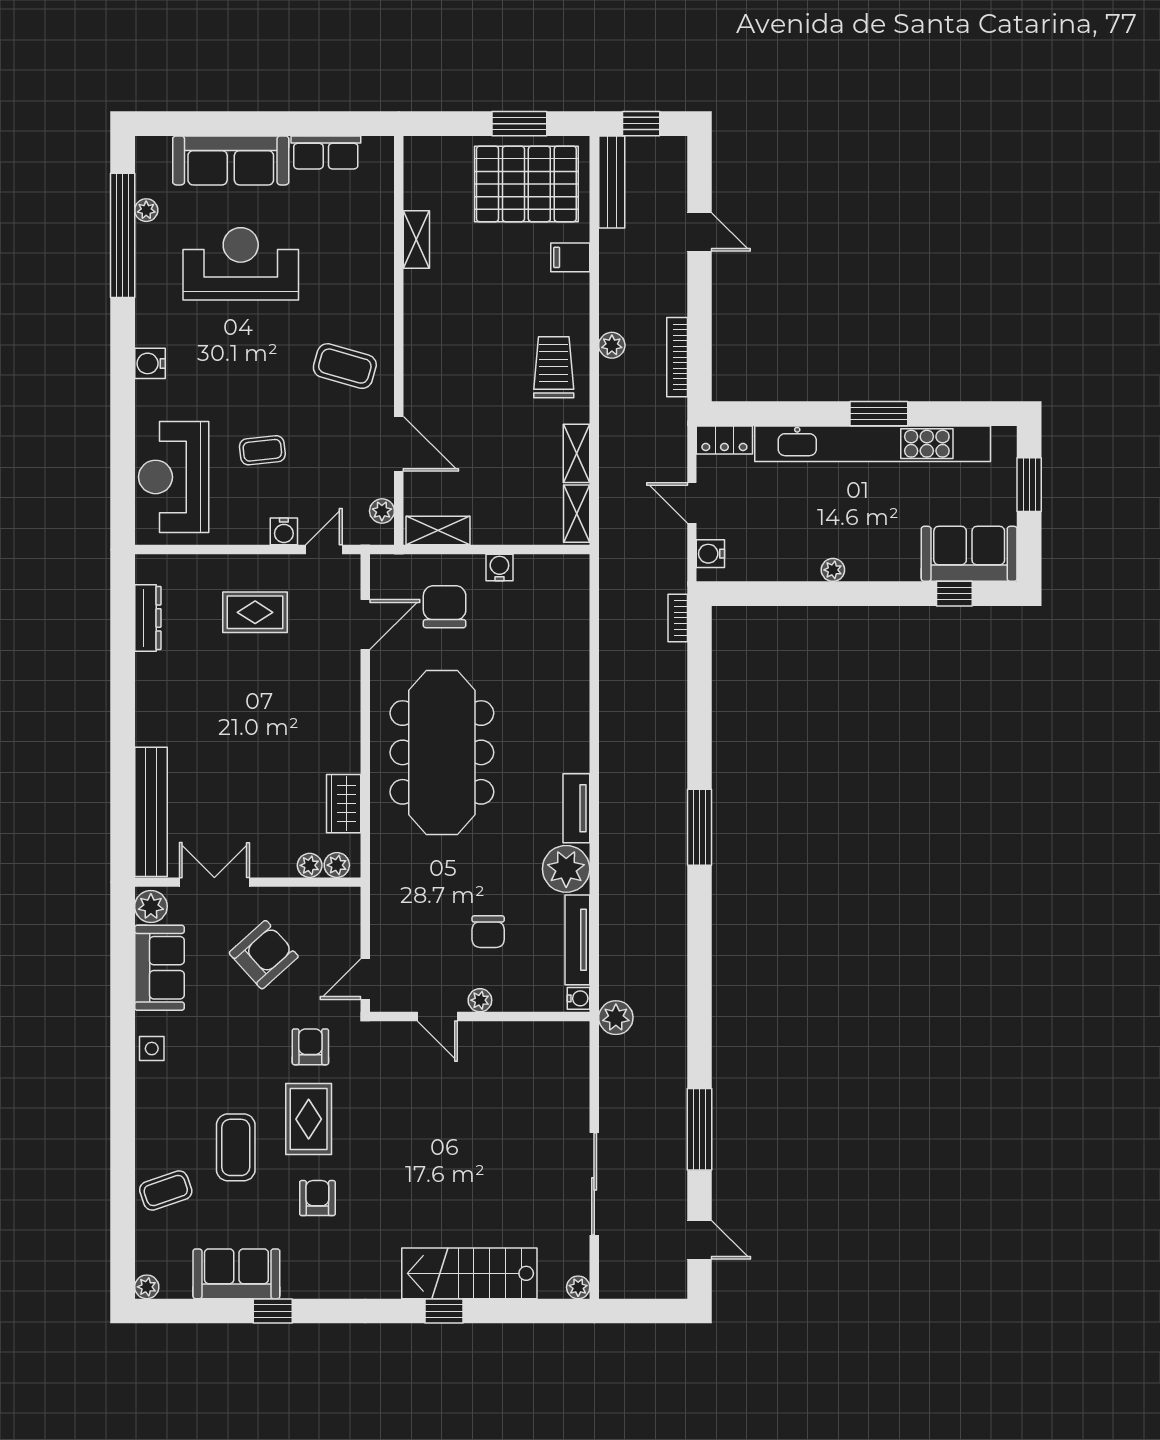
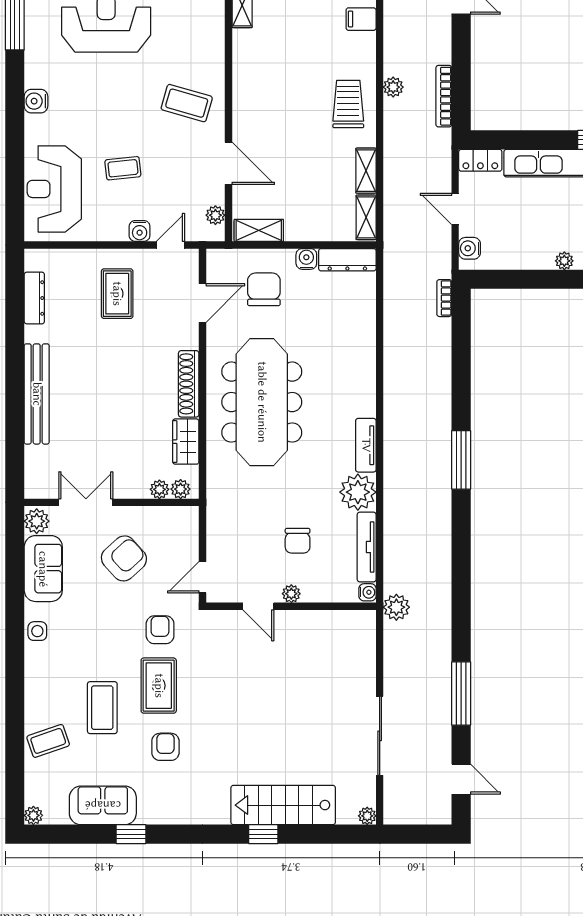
dresser: (552, 569) -> (347, 260), added
rug: (255, 612) -> (117, 294), turned 90
shoe rack: (347, 729) -> (189, 384), added
bench: (151, 812) -> (37, 394), moved

